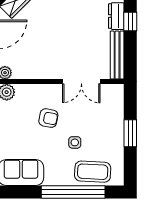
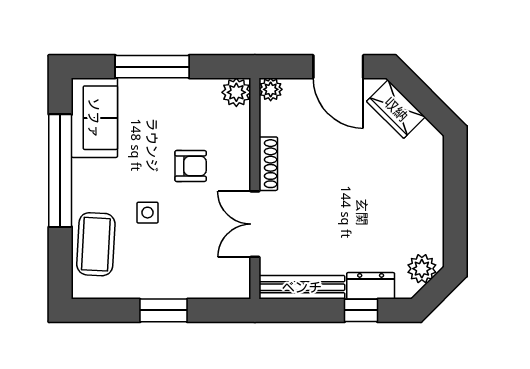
shoe rack: (47, 74) -> (268, 164), added
armchair: (48, 118) -> (191, 166), turned -101
window: (73, 192) -> (60, 171), moved

